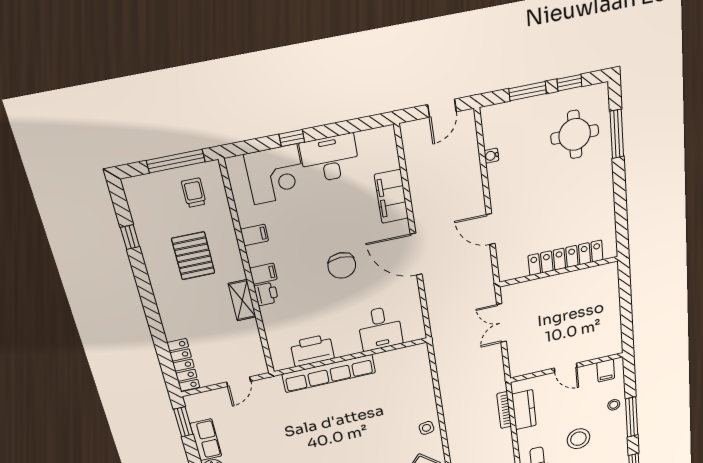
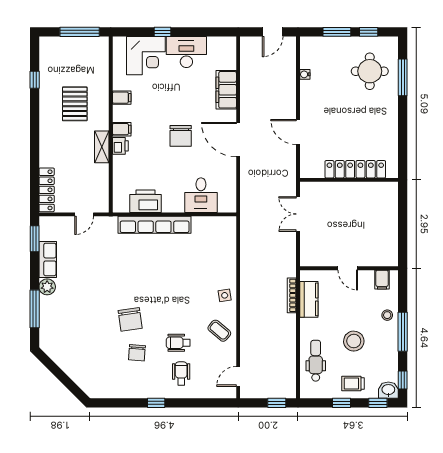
trolley: (194, 193) -> (86, 57), removed

